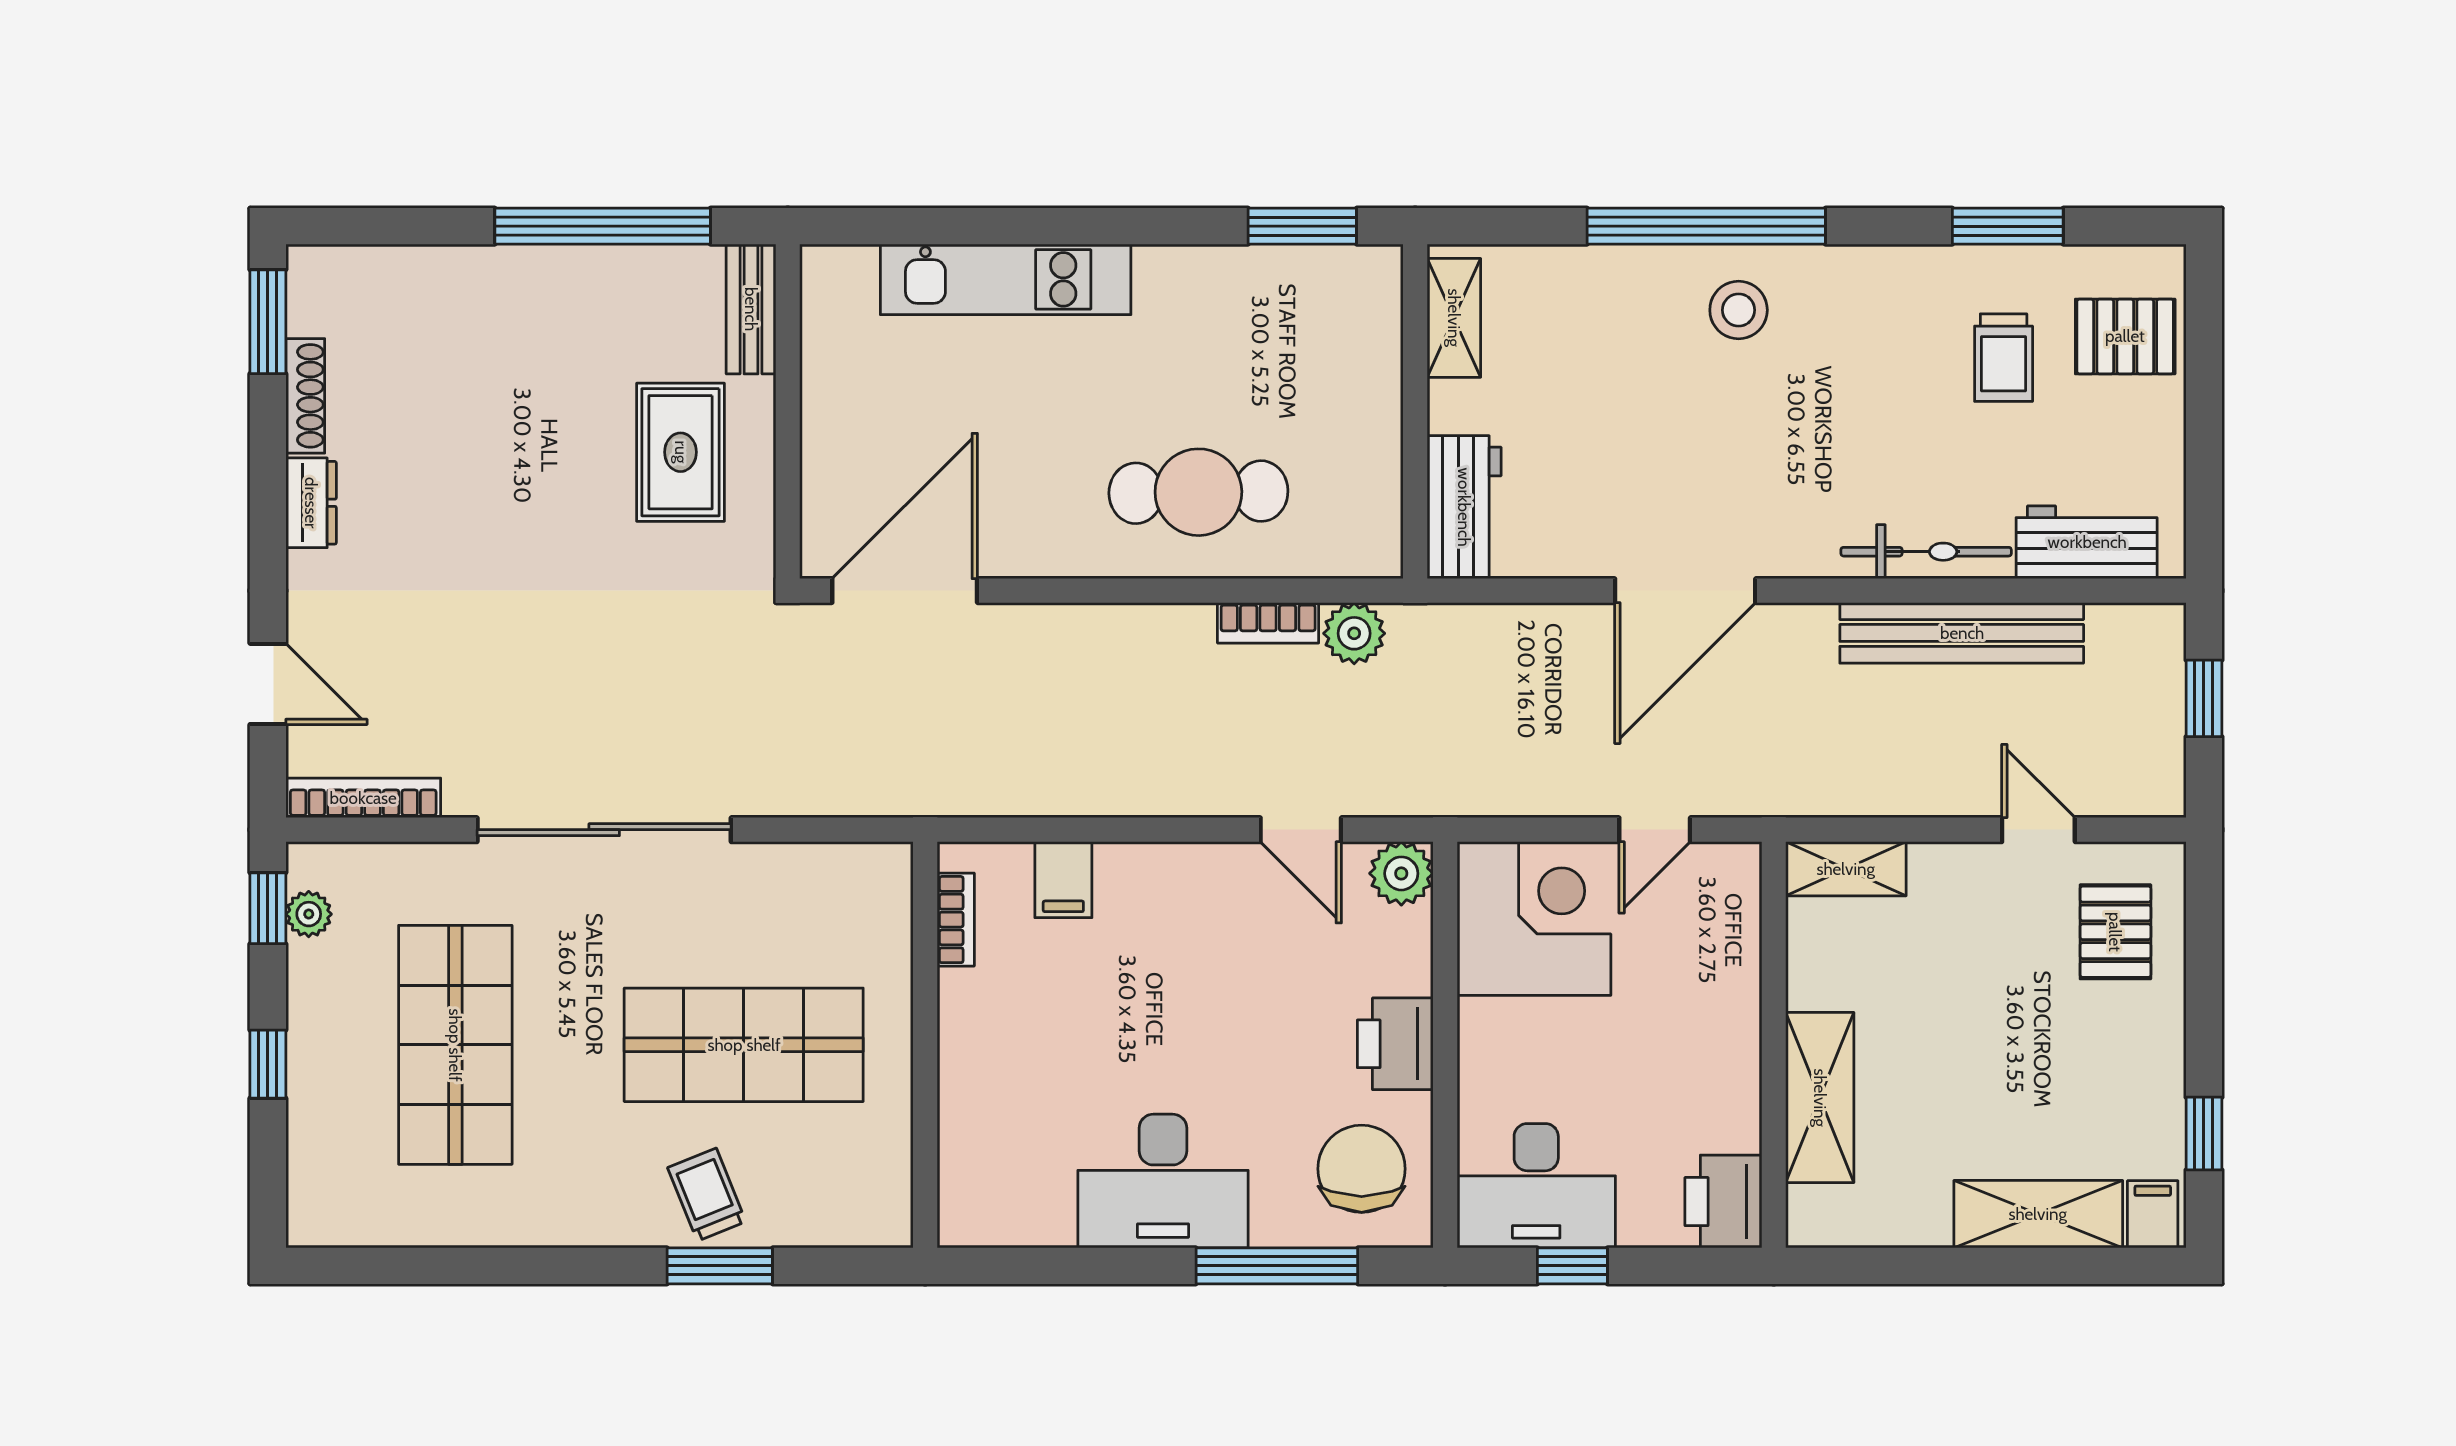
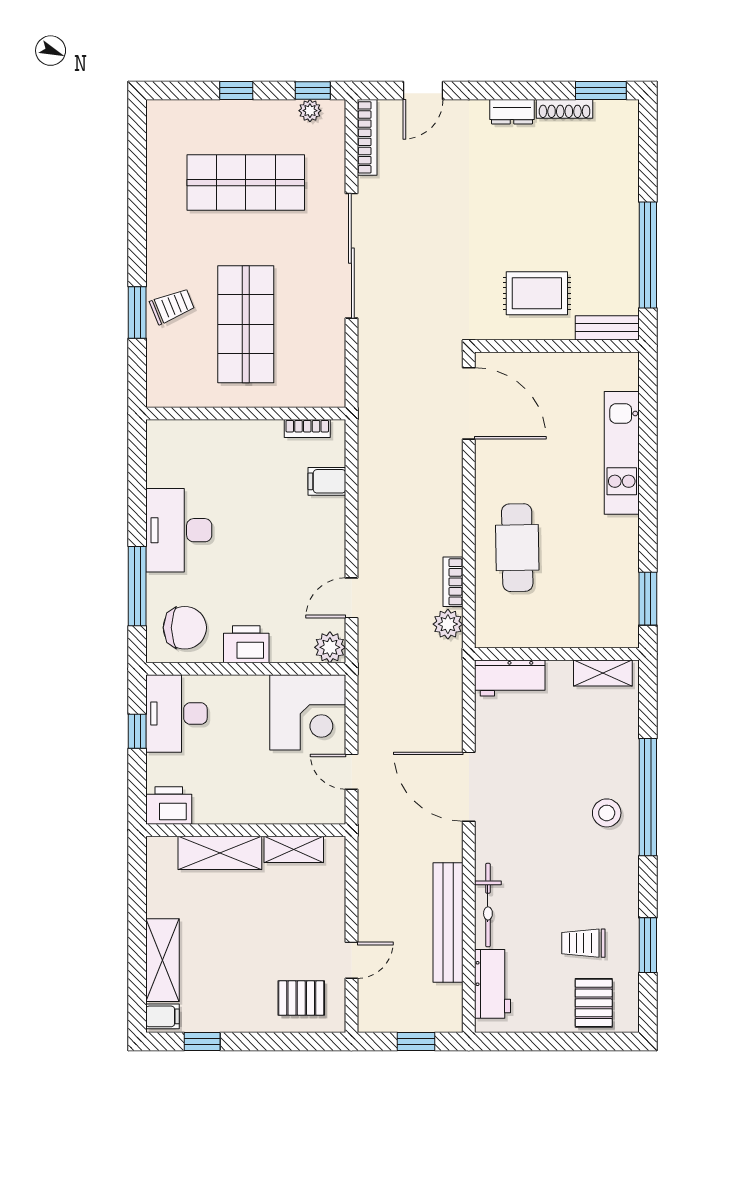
shelving: (1846, 869) -> (294, 849), moved, turned 90

